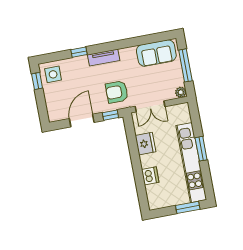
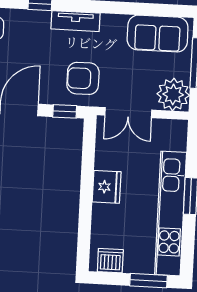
plant: (181, 92) -> (173, 94), width x1.87, depth x1.87
fridge: (145, 144) -> (107, 187), moved
dishwasher: (150, 176) -> (110, 261), moved, turned -90

